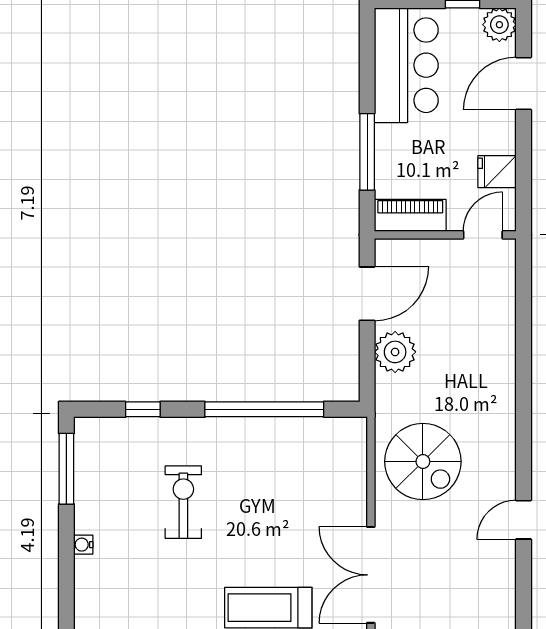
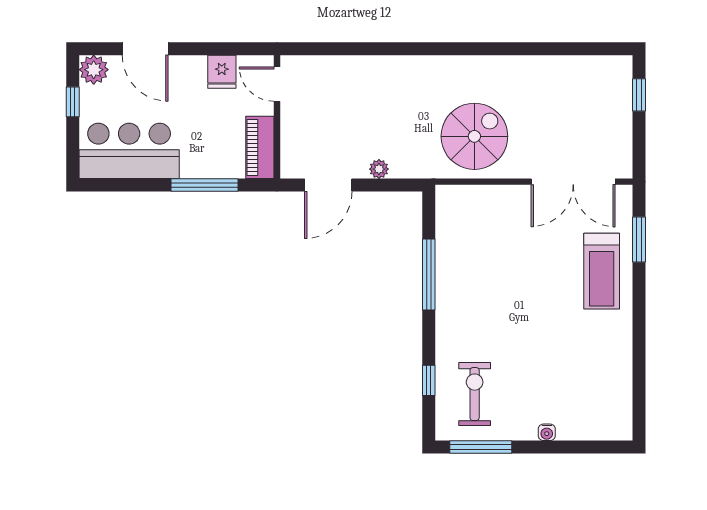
door: (367, 294) -> (328, 185), swing flipped
plant: (395, 352) -> (379, 169), width x0.53, depth x0.53
window: (264, 409) -> (429, 275), width x0.68
exercise bike: (183, 502) -> (475, 394), moved, turned 90
door: (524, 520) -> (525, 49), removed

